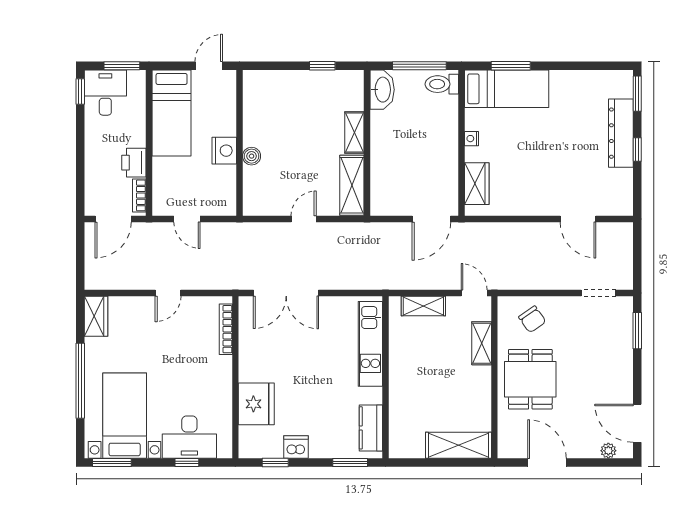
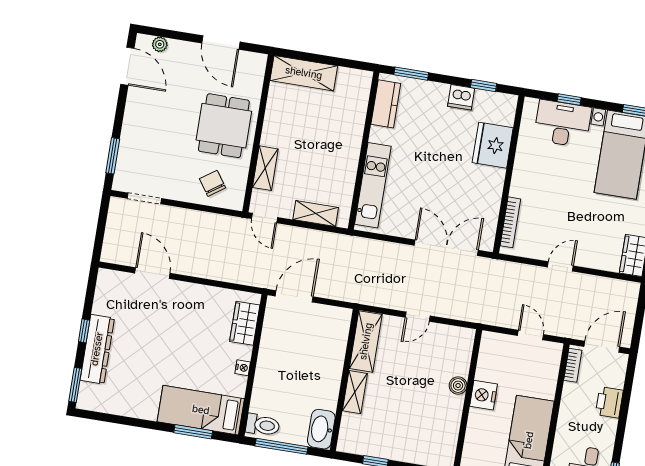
printer: (134, 163) -> (609, 402), moved, turned 180

